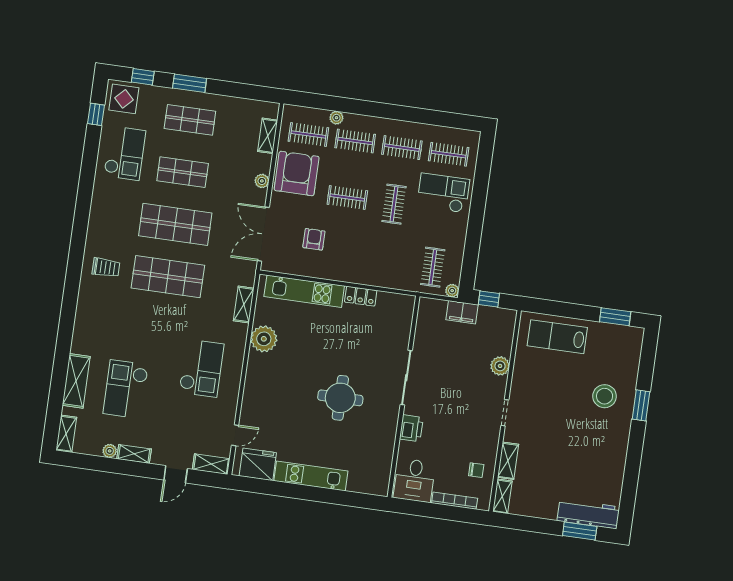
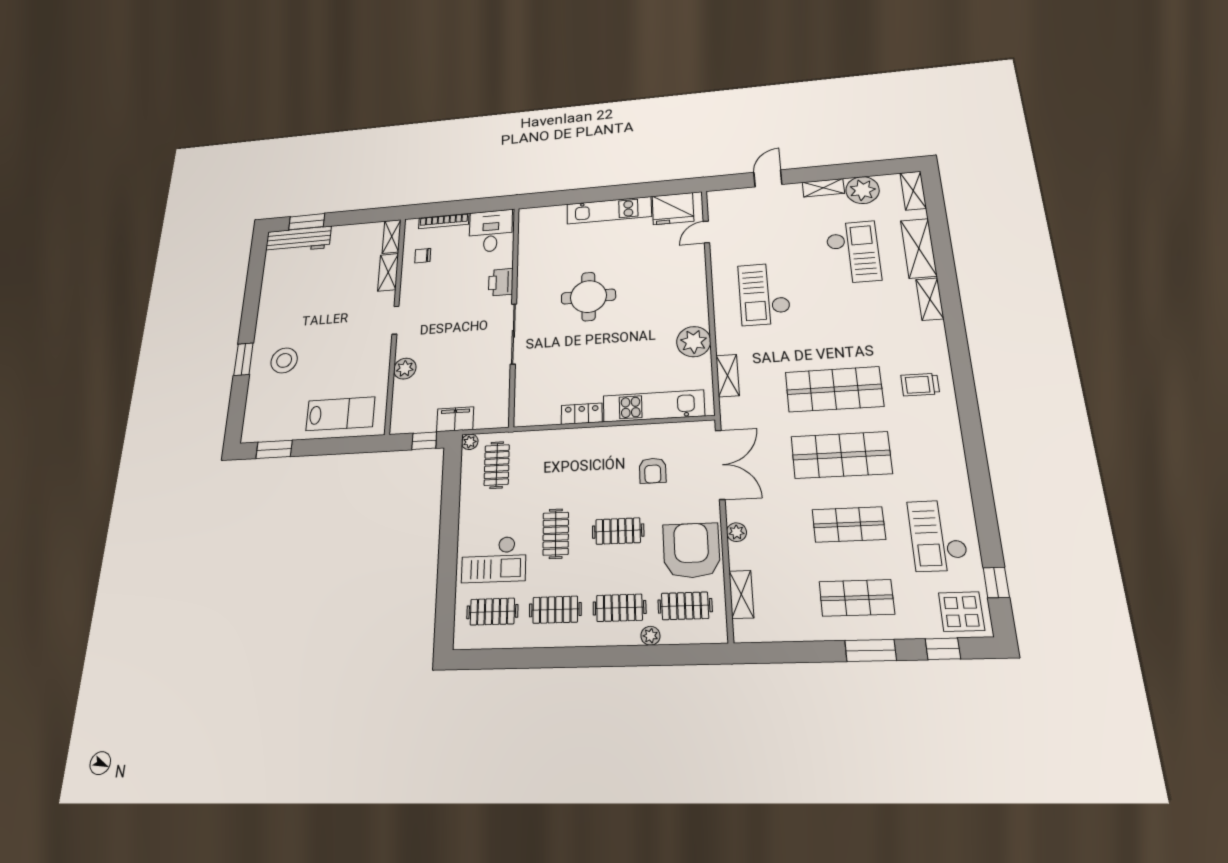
armchair: (297, 173) -> (691, 550), turned 180
plant: (110, 451) -> (862, 190), width x1.88, depth x1.88
shelving: (211, 464) -> (930, 299), moved, turned 90

